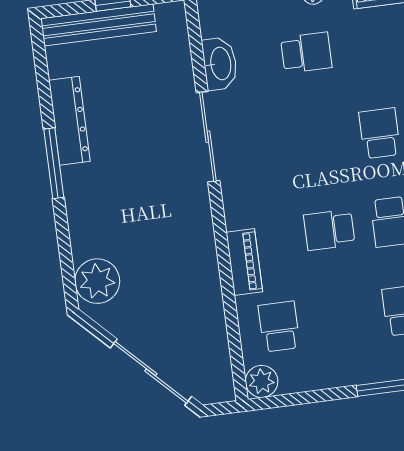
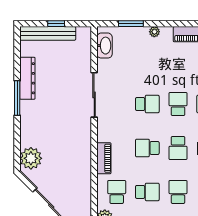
school desk: (306, 53) -> (147, 104), moved
washbasin: (220, 64) -> (104, 46), moved
school desk: (341, 318) -> (147, 192), added

